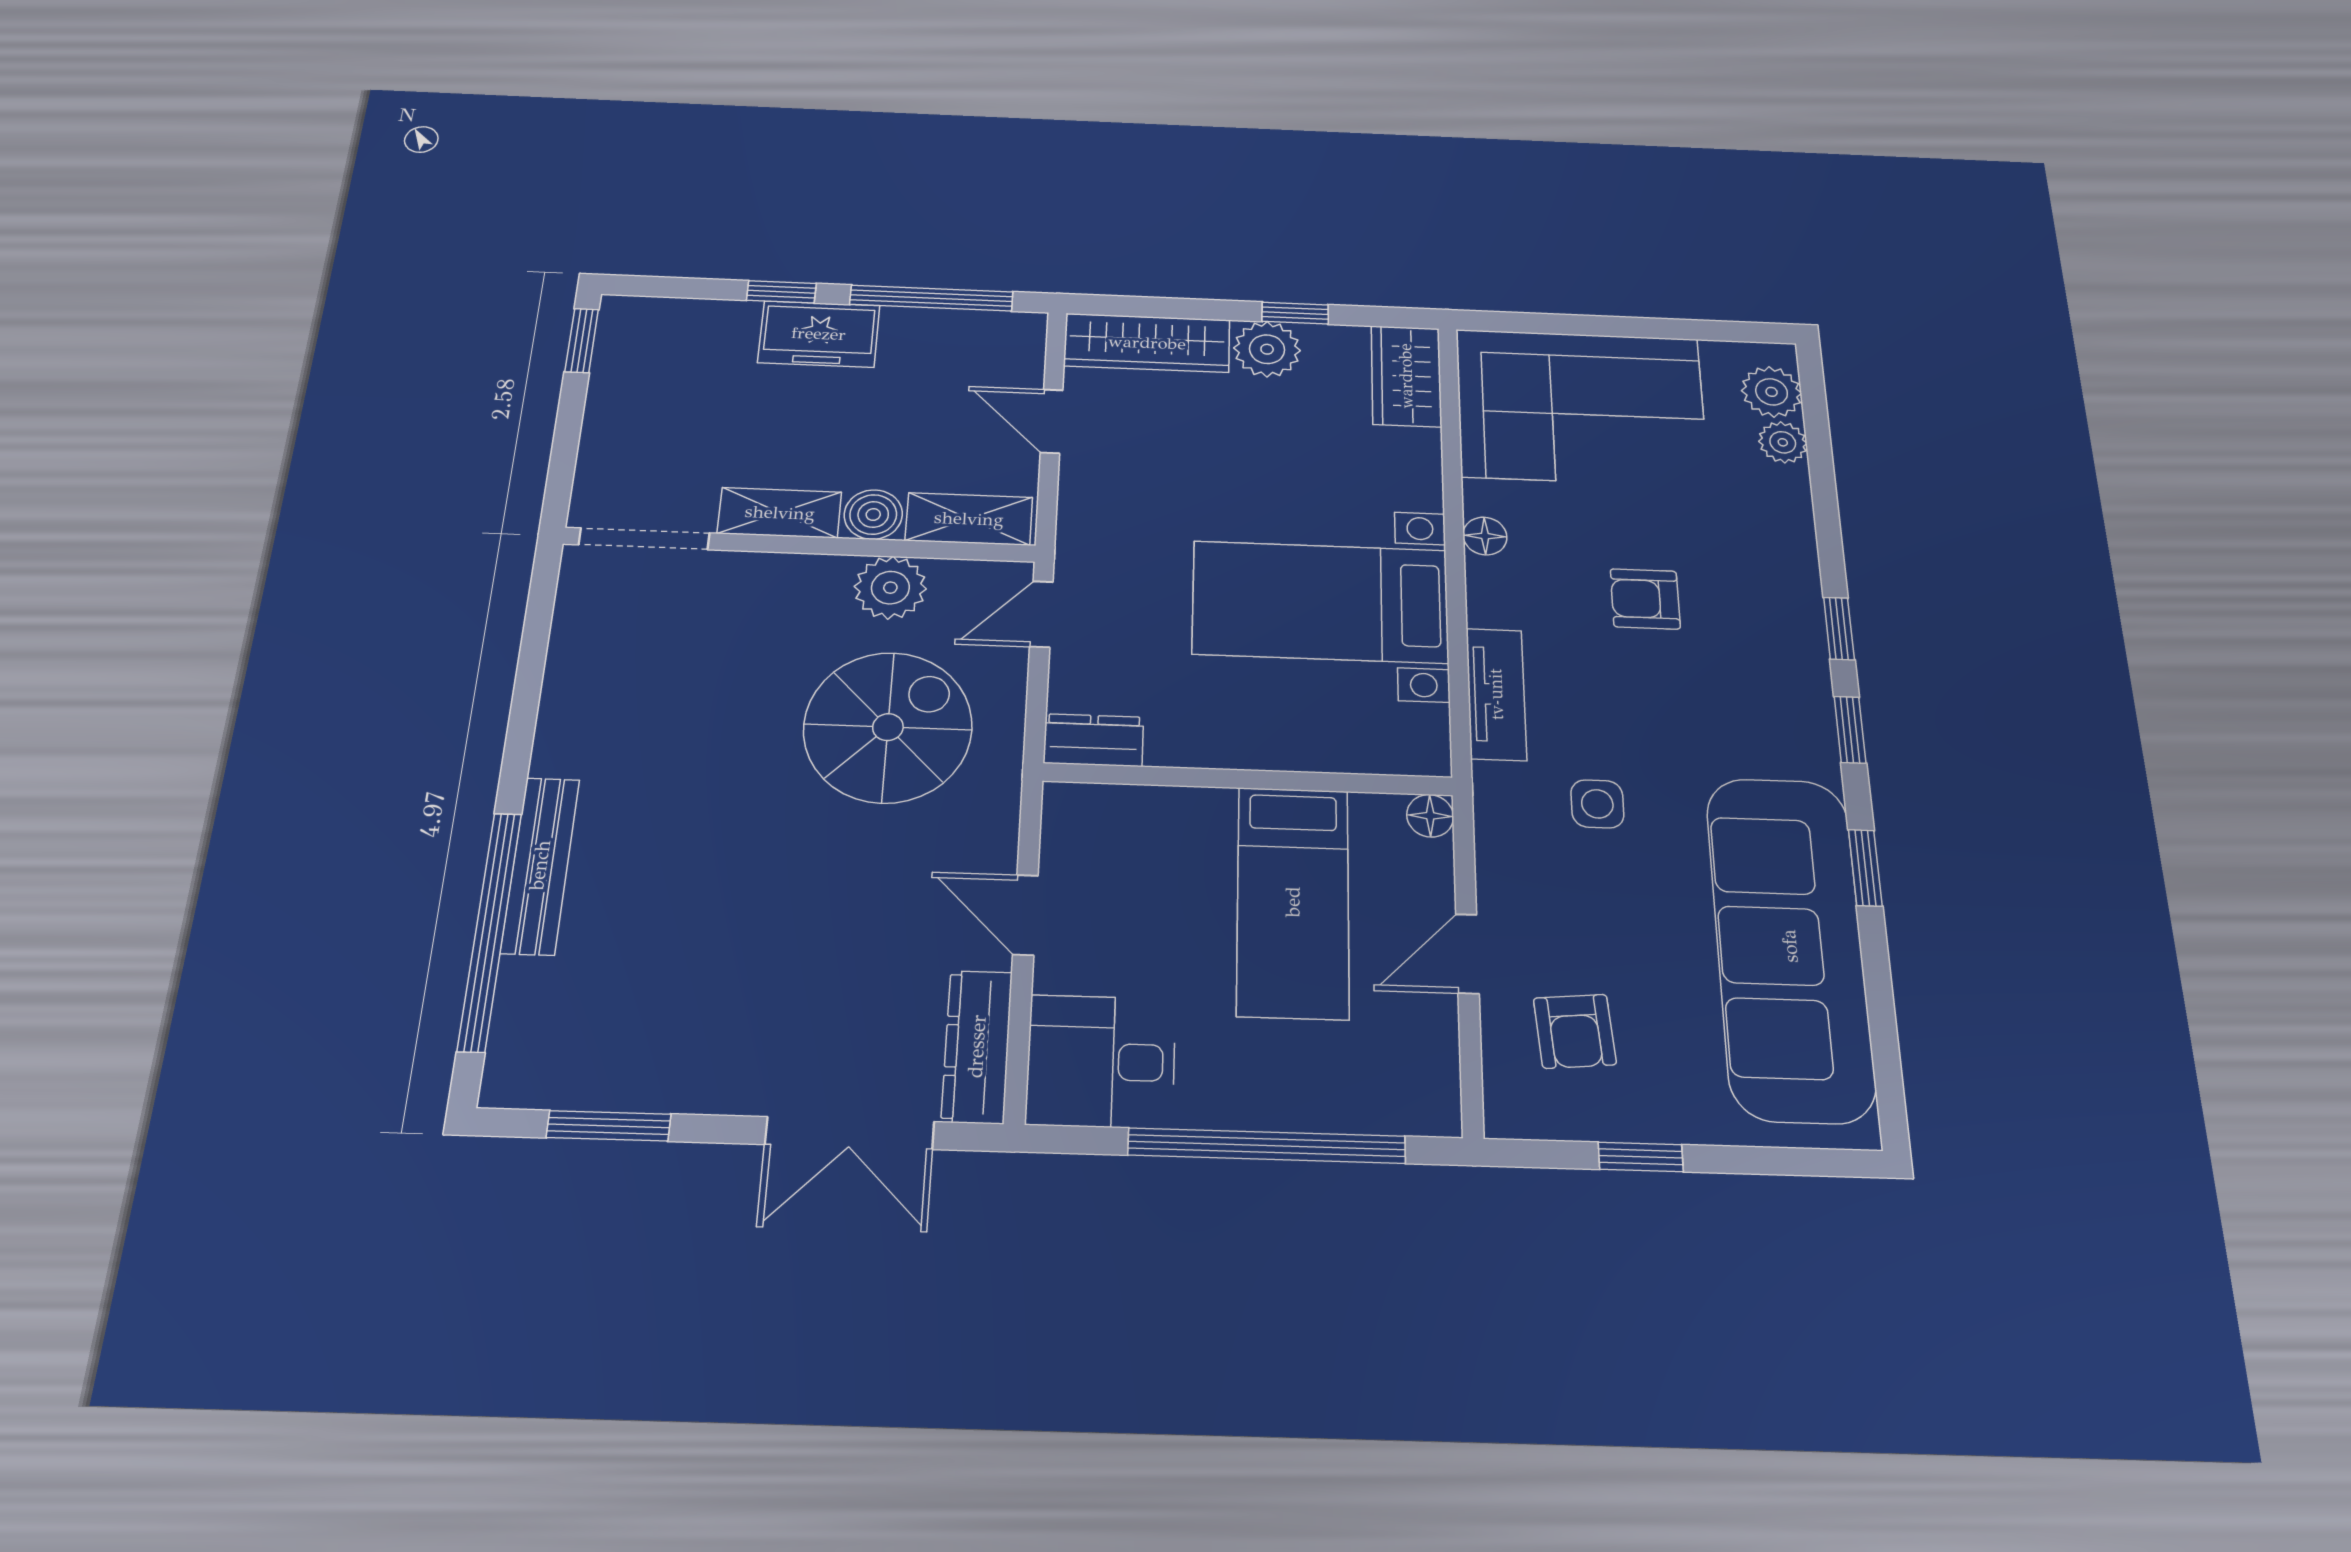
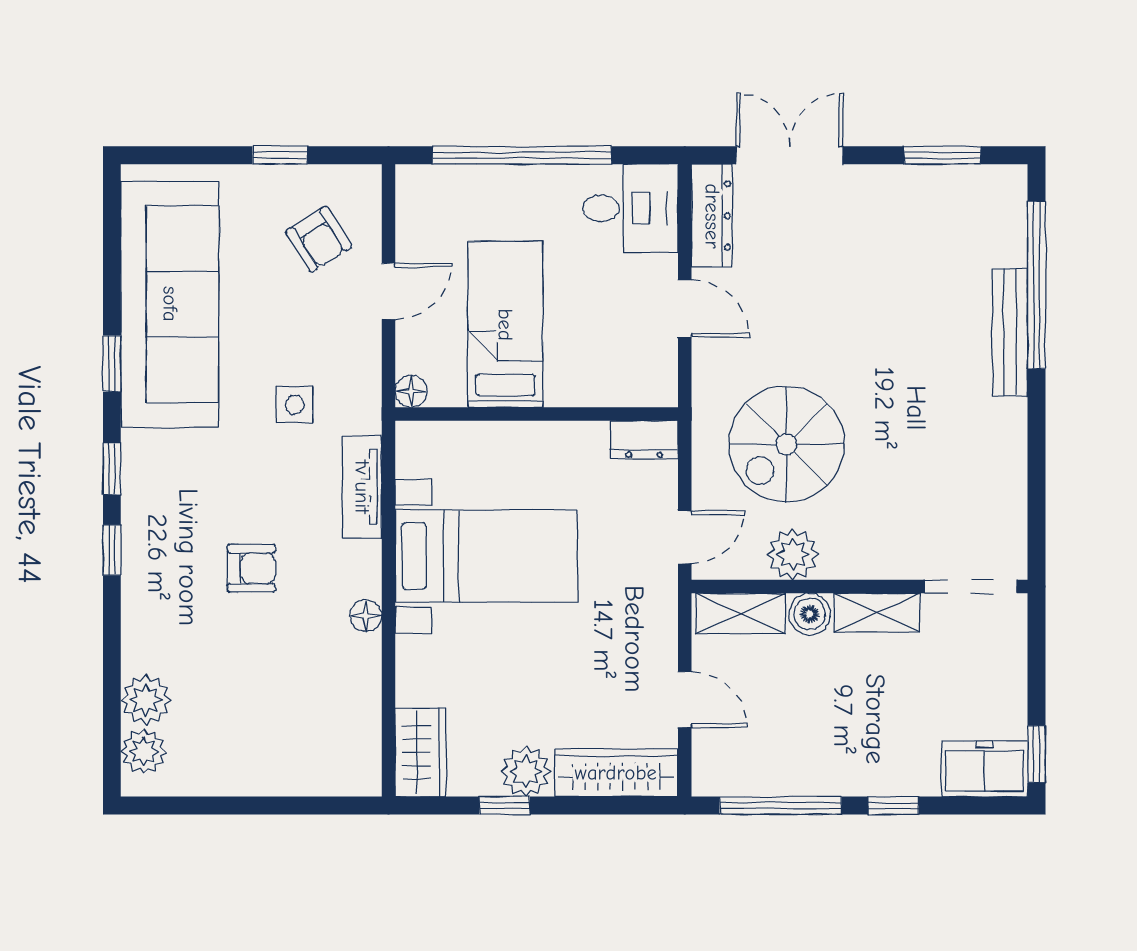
freezer: (819, 334) -> (985, 769), moved
corner sofa: (1581, 407) -> (290, 731), removed
plant: (1783, 442) -> (146, 700), width x1.38, depth x1.38
armchair: (1575, 1031) -> (319, 239), turned 153

